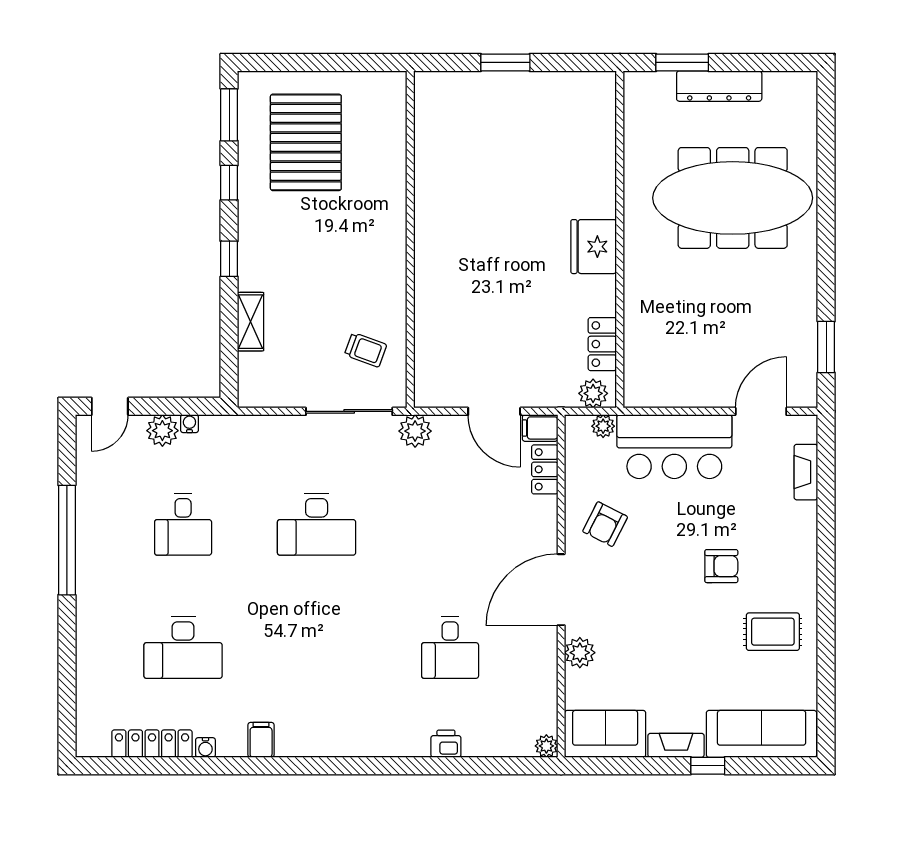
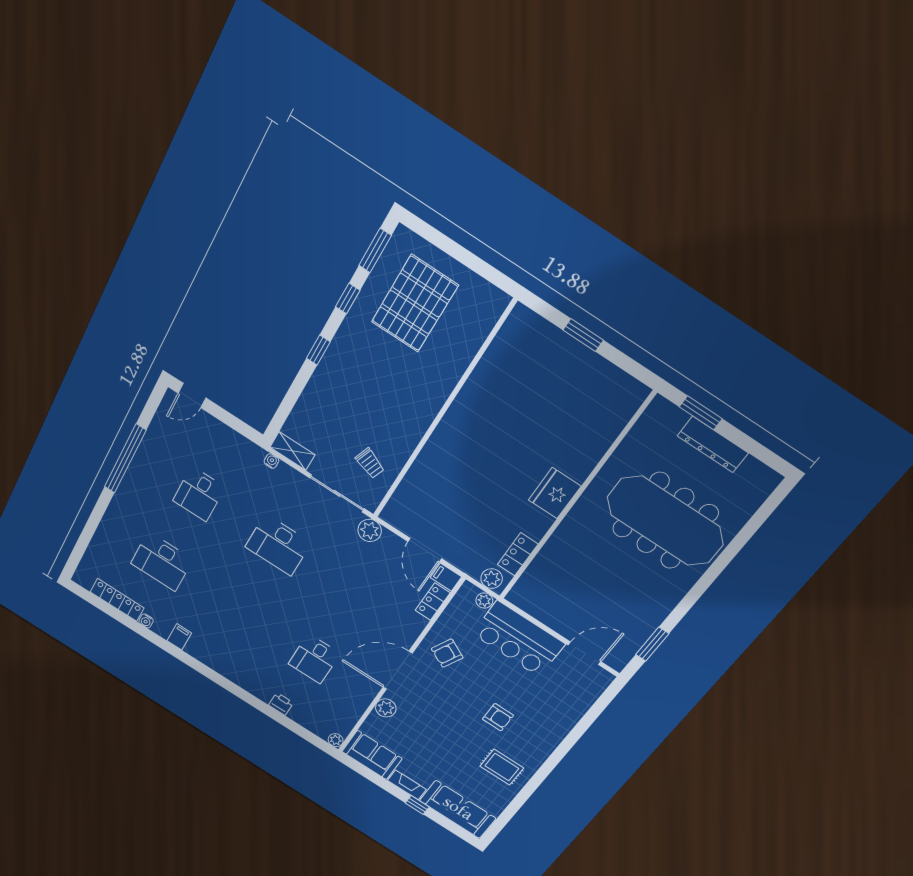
shelving: (251, 322) -> (292, 451), moved, turned 90
water cooler: (189, 424) -> (271, 461), moved
plant: (162, 431) -> (216, 431), removed
fireplace: (806, 472) -> (585, 702), removed

